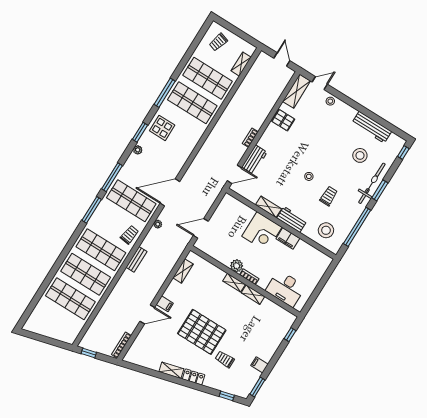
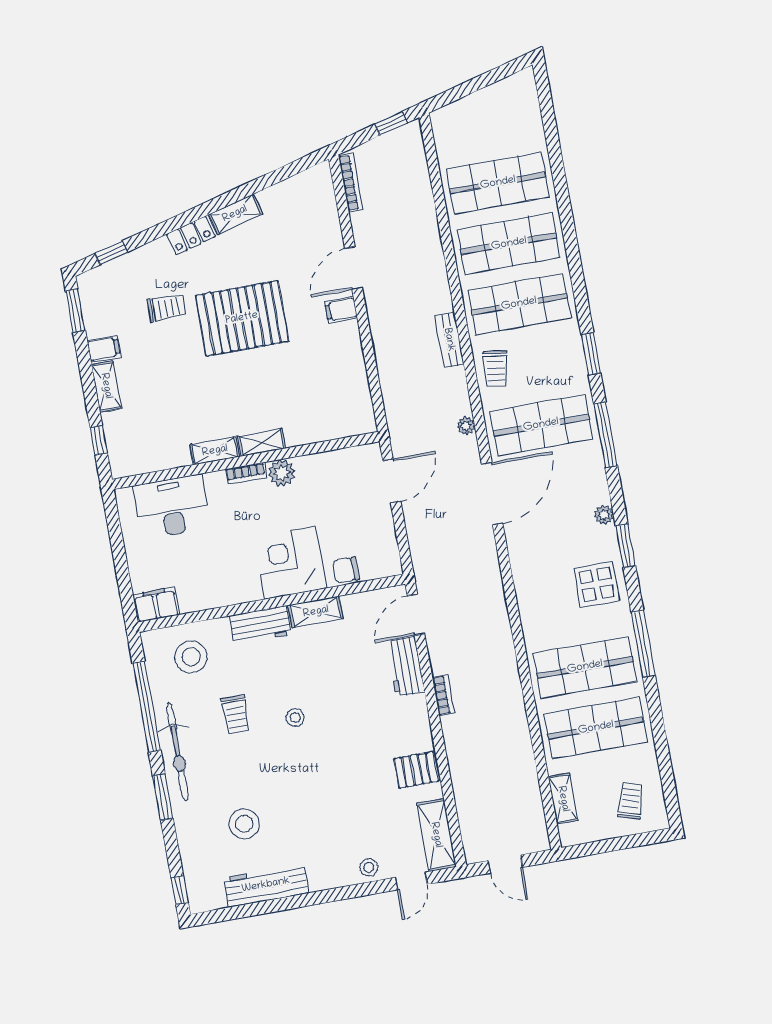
bicycle: (372, 183) -> (177, 752), moved
window: (92, 210) -> (591, 354), width x0.69
chair: (245, 212) -> (346, 570), added
filing cabinet: (288, 238) -> (156, 605), moved
shelving: (183, 271) -> (106, 386), moved

